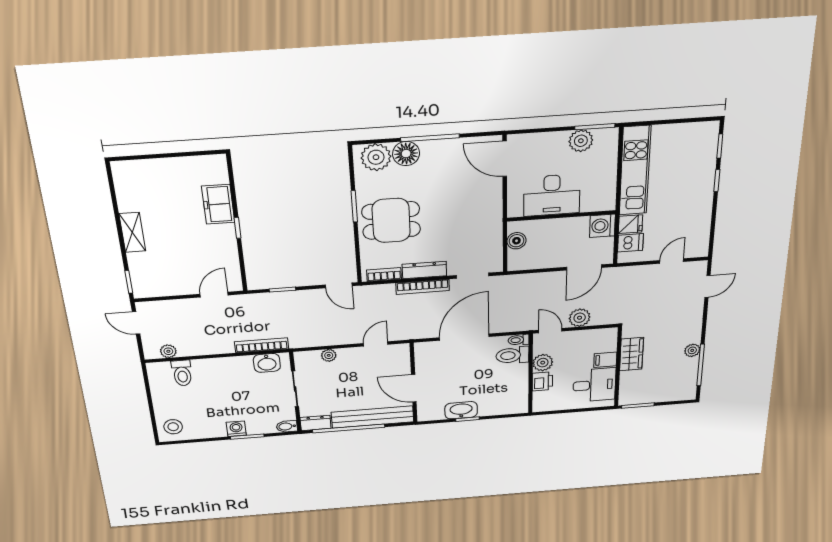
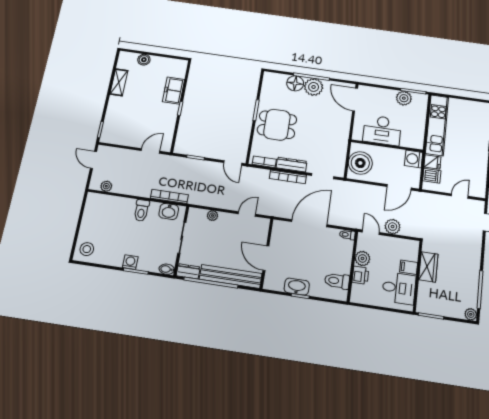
plant: (376, 157) -> (314, 87), moved
boiler: (154, 167) -> (144, 60), added
shelving: (132, 232) -> (119, 82), moved
boiler: (516, 241) -> (360, 163), width x1.86, depth x1.86
plant: (692, 350) -> (471, 314), moved
toilet: (512, 355) -> (337, 281), moved
toilet: (182, 373) -> (141, 210), moved

